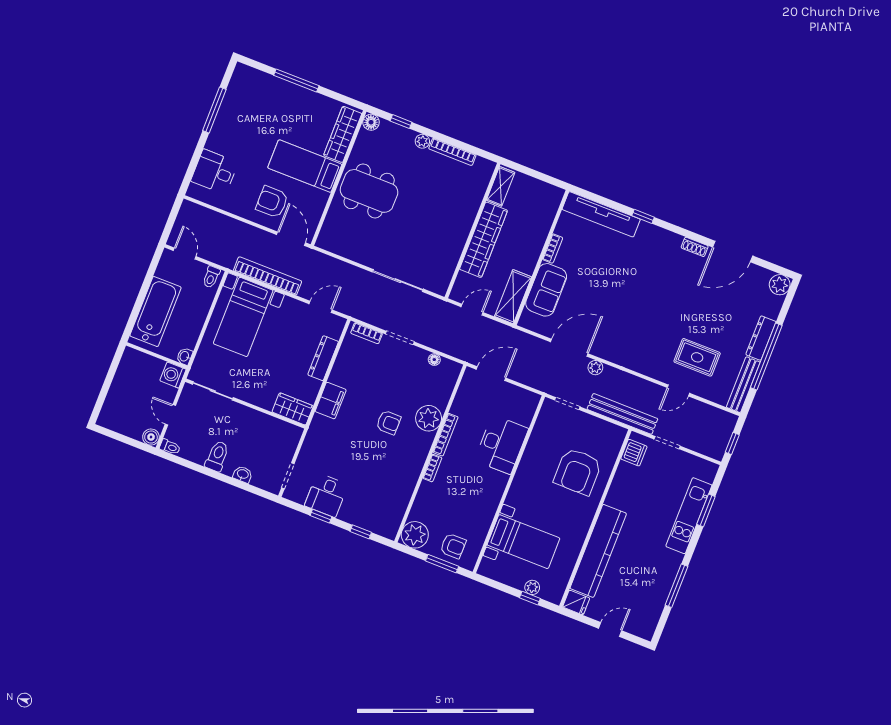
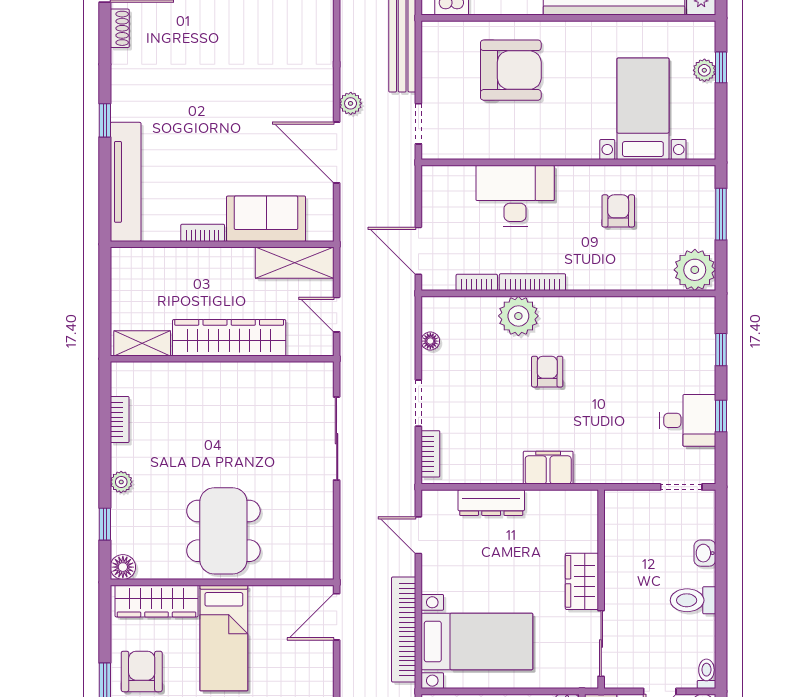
bookcase: (452, 152) -> (120, 419), width x0.64
armchair: (272, 202) -> (142, 671), moved, turned 180
wardrobe: (293, 409) -> (582, 581), moved
bookcase: (432, 468) -> (477, 282), moved
armchair: (453, 546) -> (618, 211), moved

